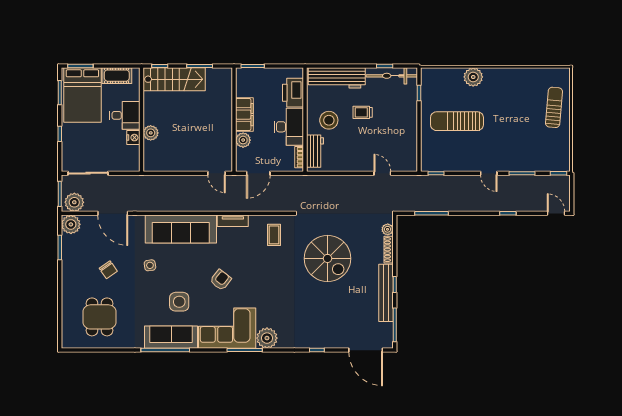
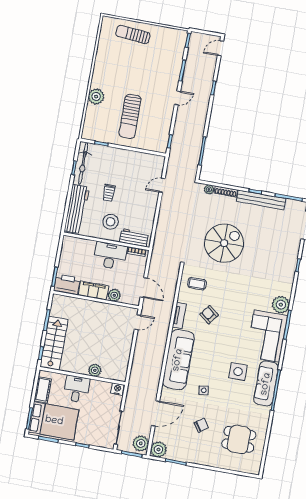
printer: (293, 93) -> (67, 284), moved, turned 180
nightstand: (133, 138) -> (117, 389), moved
armchair: (221, 280) -> (209, 315), moved

